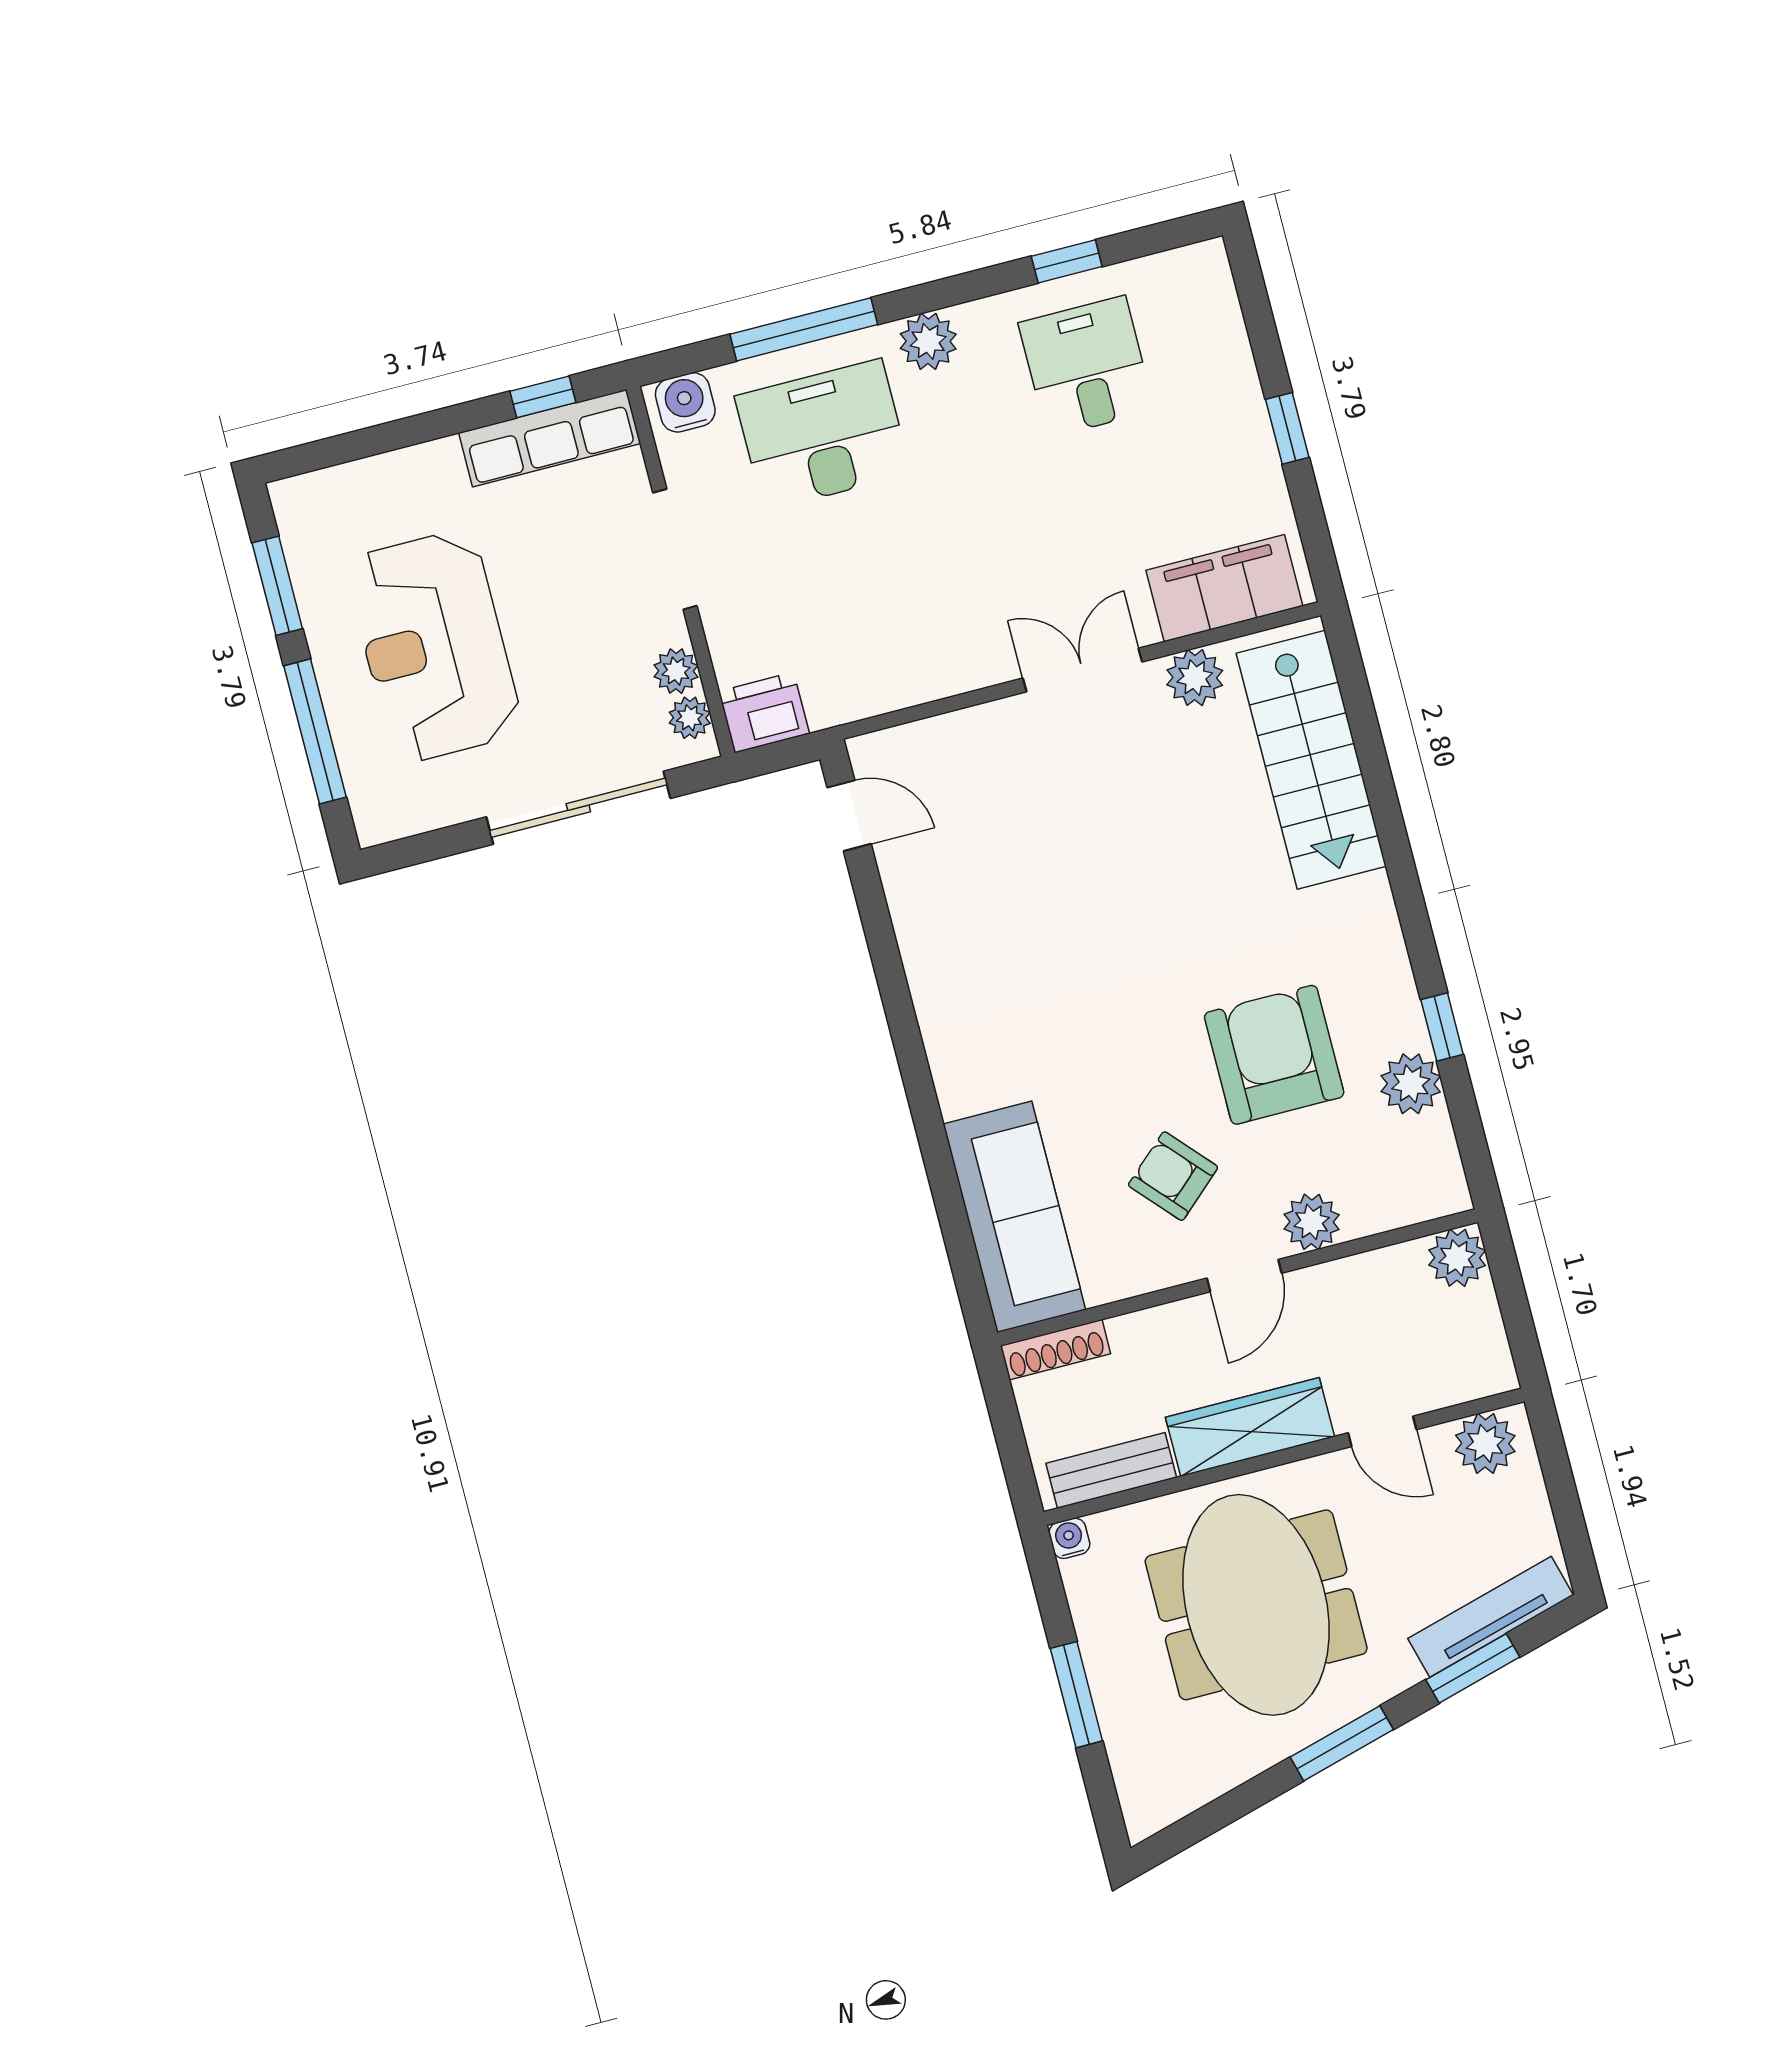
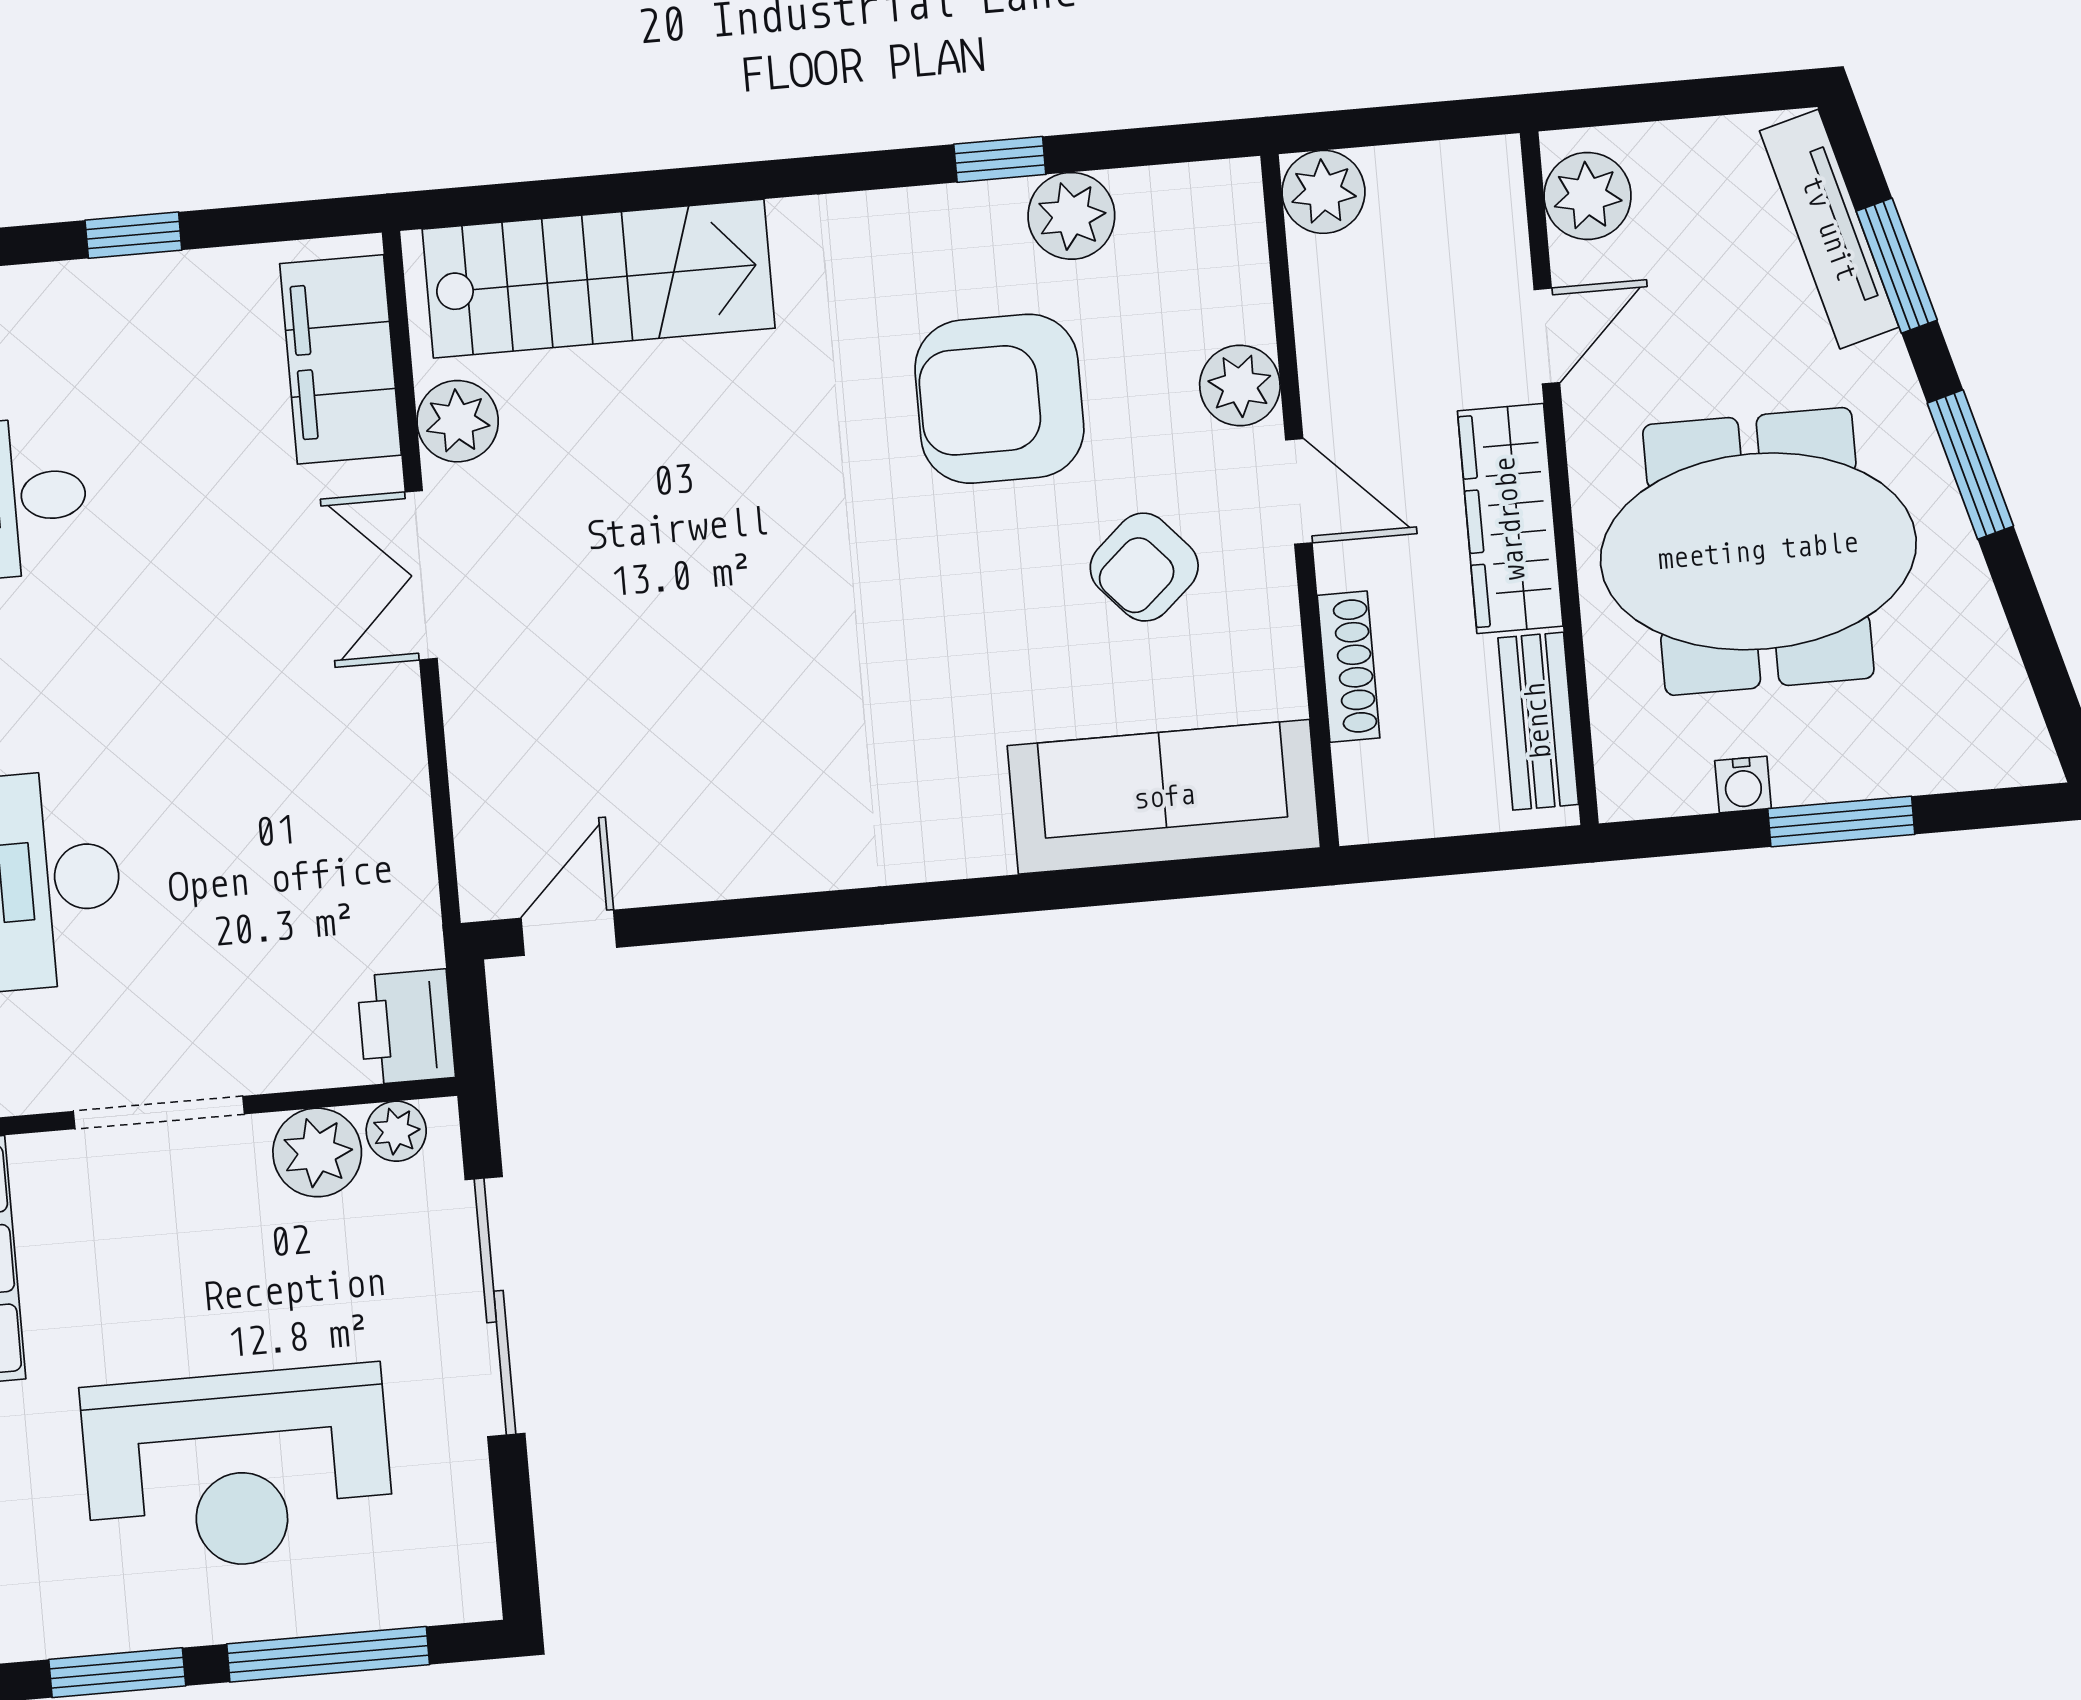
plant: (676, 671) -> (317, 1152), width x1.38, depth x1.38
shoe rack: (1055, 1350) -> (1349, 667), moved
water cooler: (1069, 1538) -> (1743, 785), moved, turned -90

